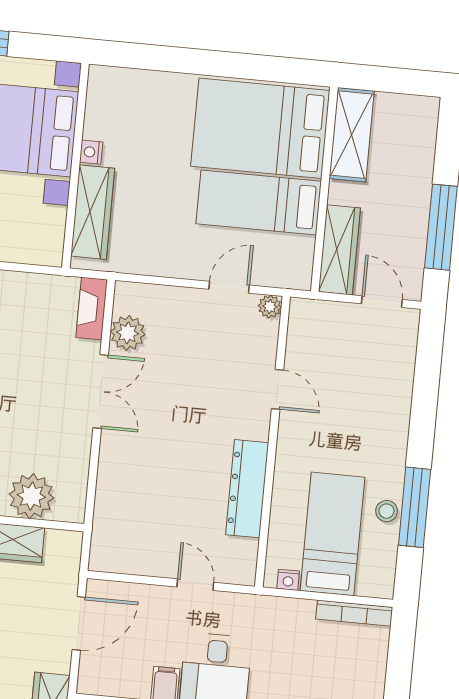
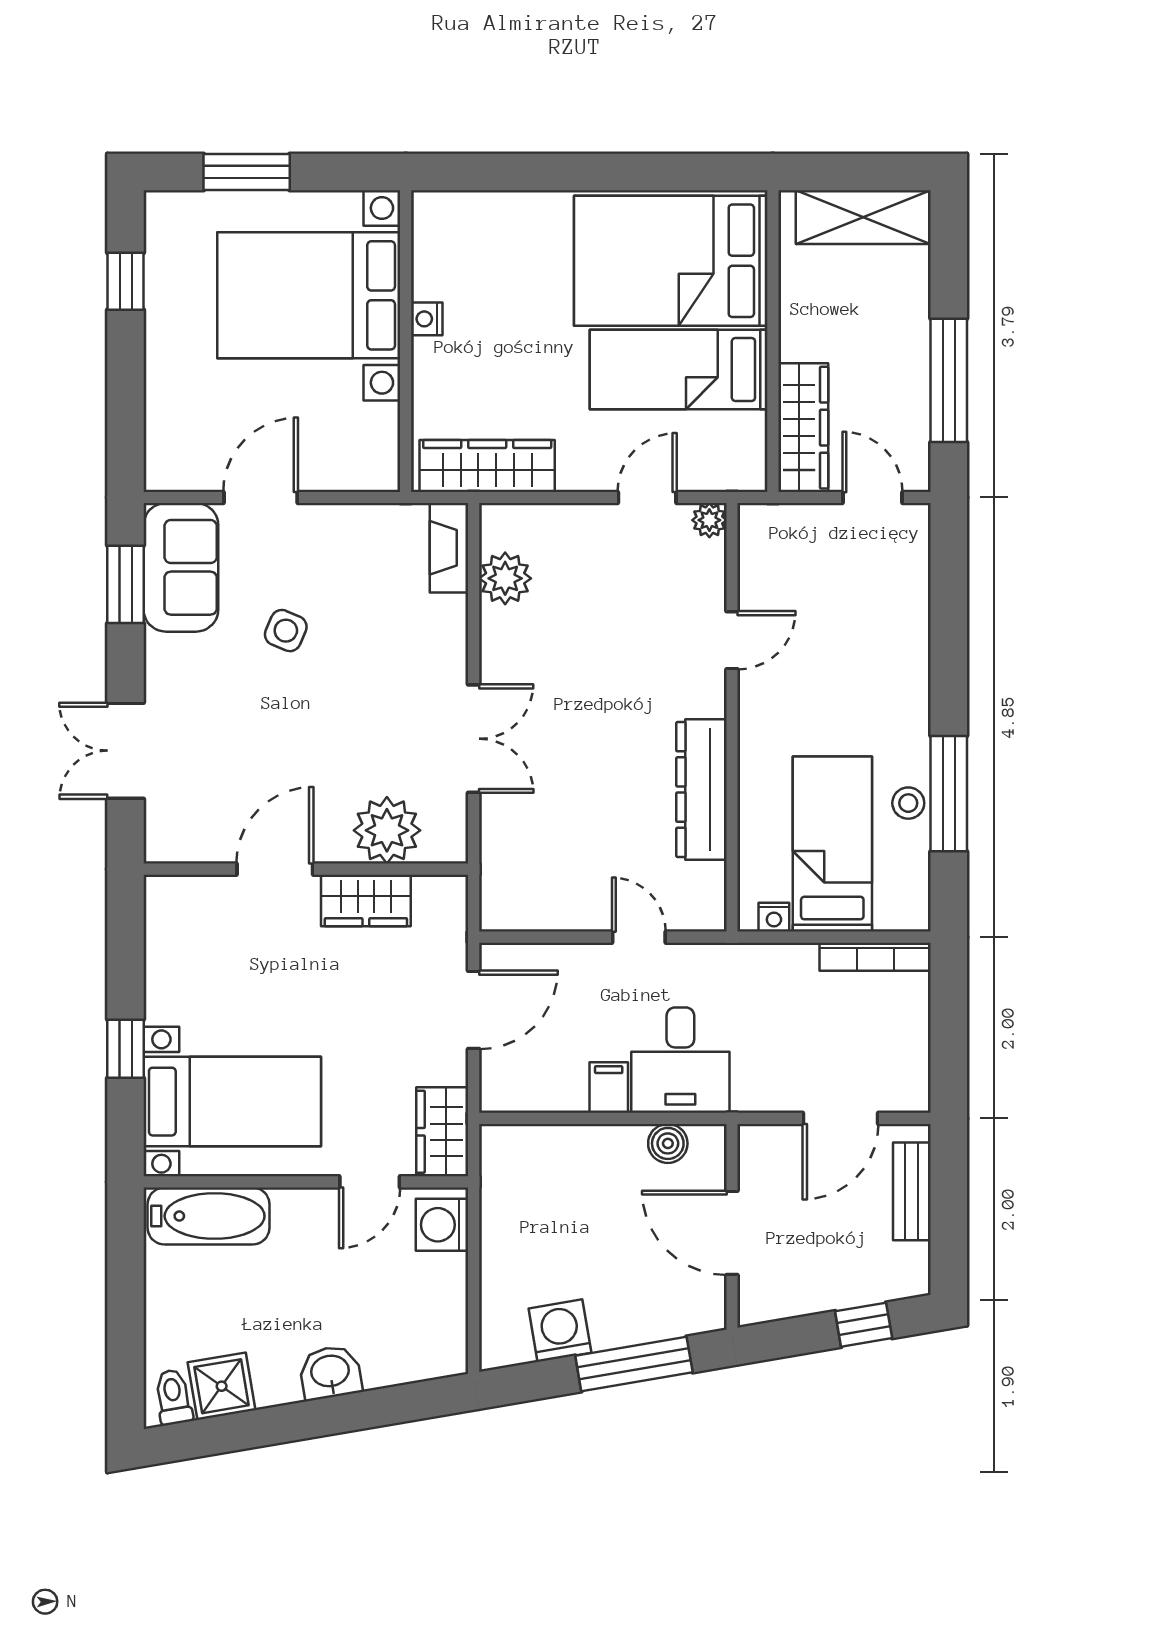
shelving: (352, 135) -> (863, 217), moved, turned 90
wardrobe: (93, 212) -> (487, 466), moved, turned -90
door: (278, 389) -> (732, 640), hinge flipped
double door: (101, 392) -> (474, 739), moved

